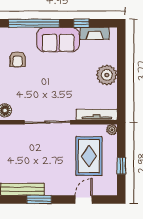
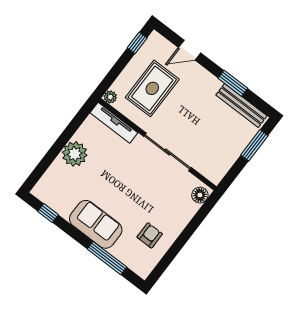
window: (34, 23) -> (107, 258), width x0.68
window: (81, 23) -> (48, 213), moved
fireplace: (95, 34) -> (56, 203), removed
window: (121, 166) -> (137, 43), moved

